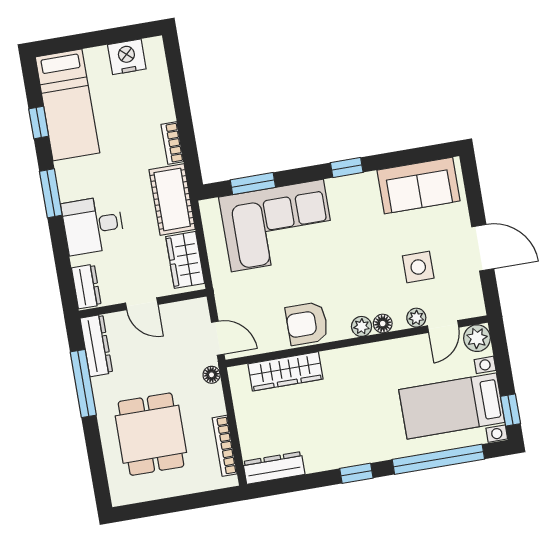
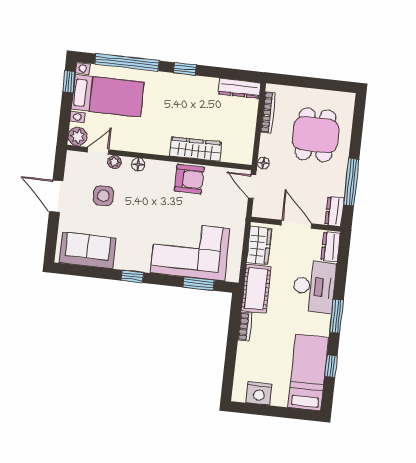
desk: (93, 225) -> (314, 287), width x1.37
door: (142, 304) -> (297, 224), width x1.38
plant: (362, 326) -> (153, 167), removed
dresser: (96, 346) -> (335, 211), width x0.70
wardrobe: (285, 371) -> (195, 149), moved

